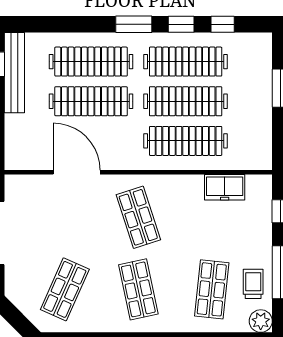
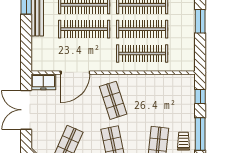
door: (77, 172) -> (75, 73), swing flipped
freezer: (225, 187) -> (43, 82), moved

